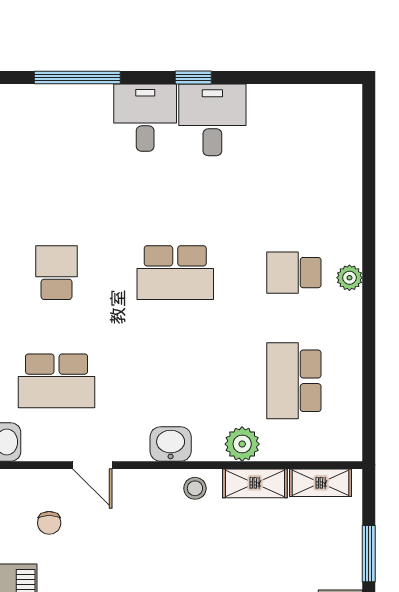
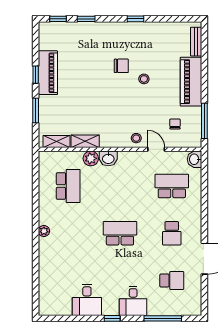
desk: (212, 120) -> (87, 300), moved
school desk: (294, 273) -> (172, 280), moved
washbasin: (171, 444) -> (108, 158), moved
stool: (195, 488) -> (136, 138), moved

